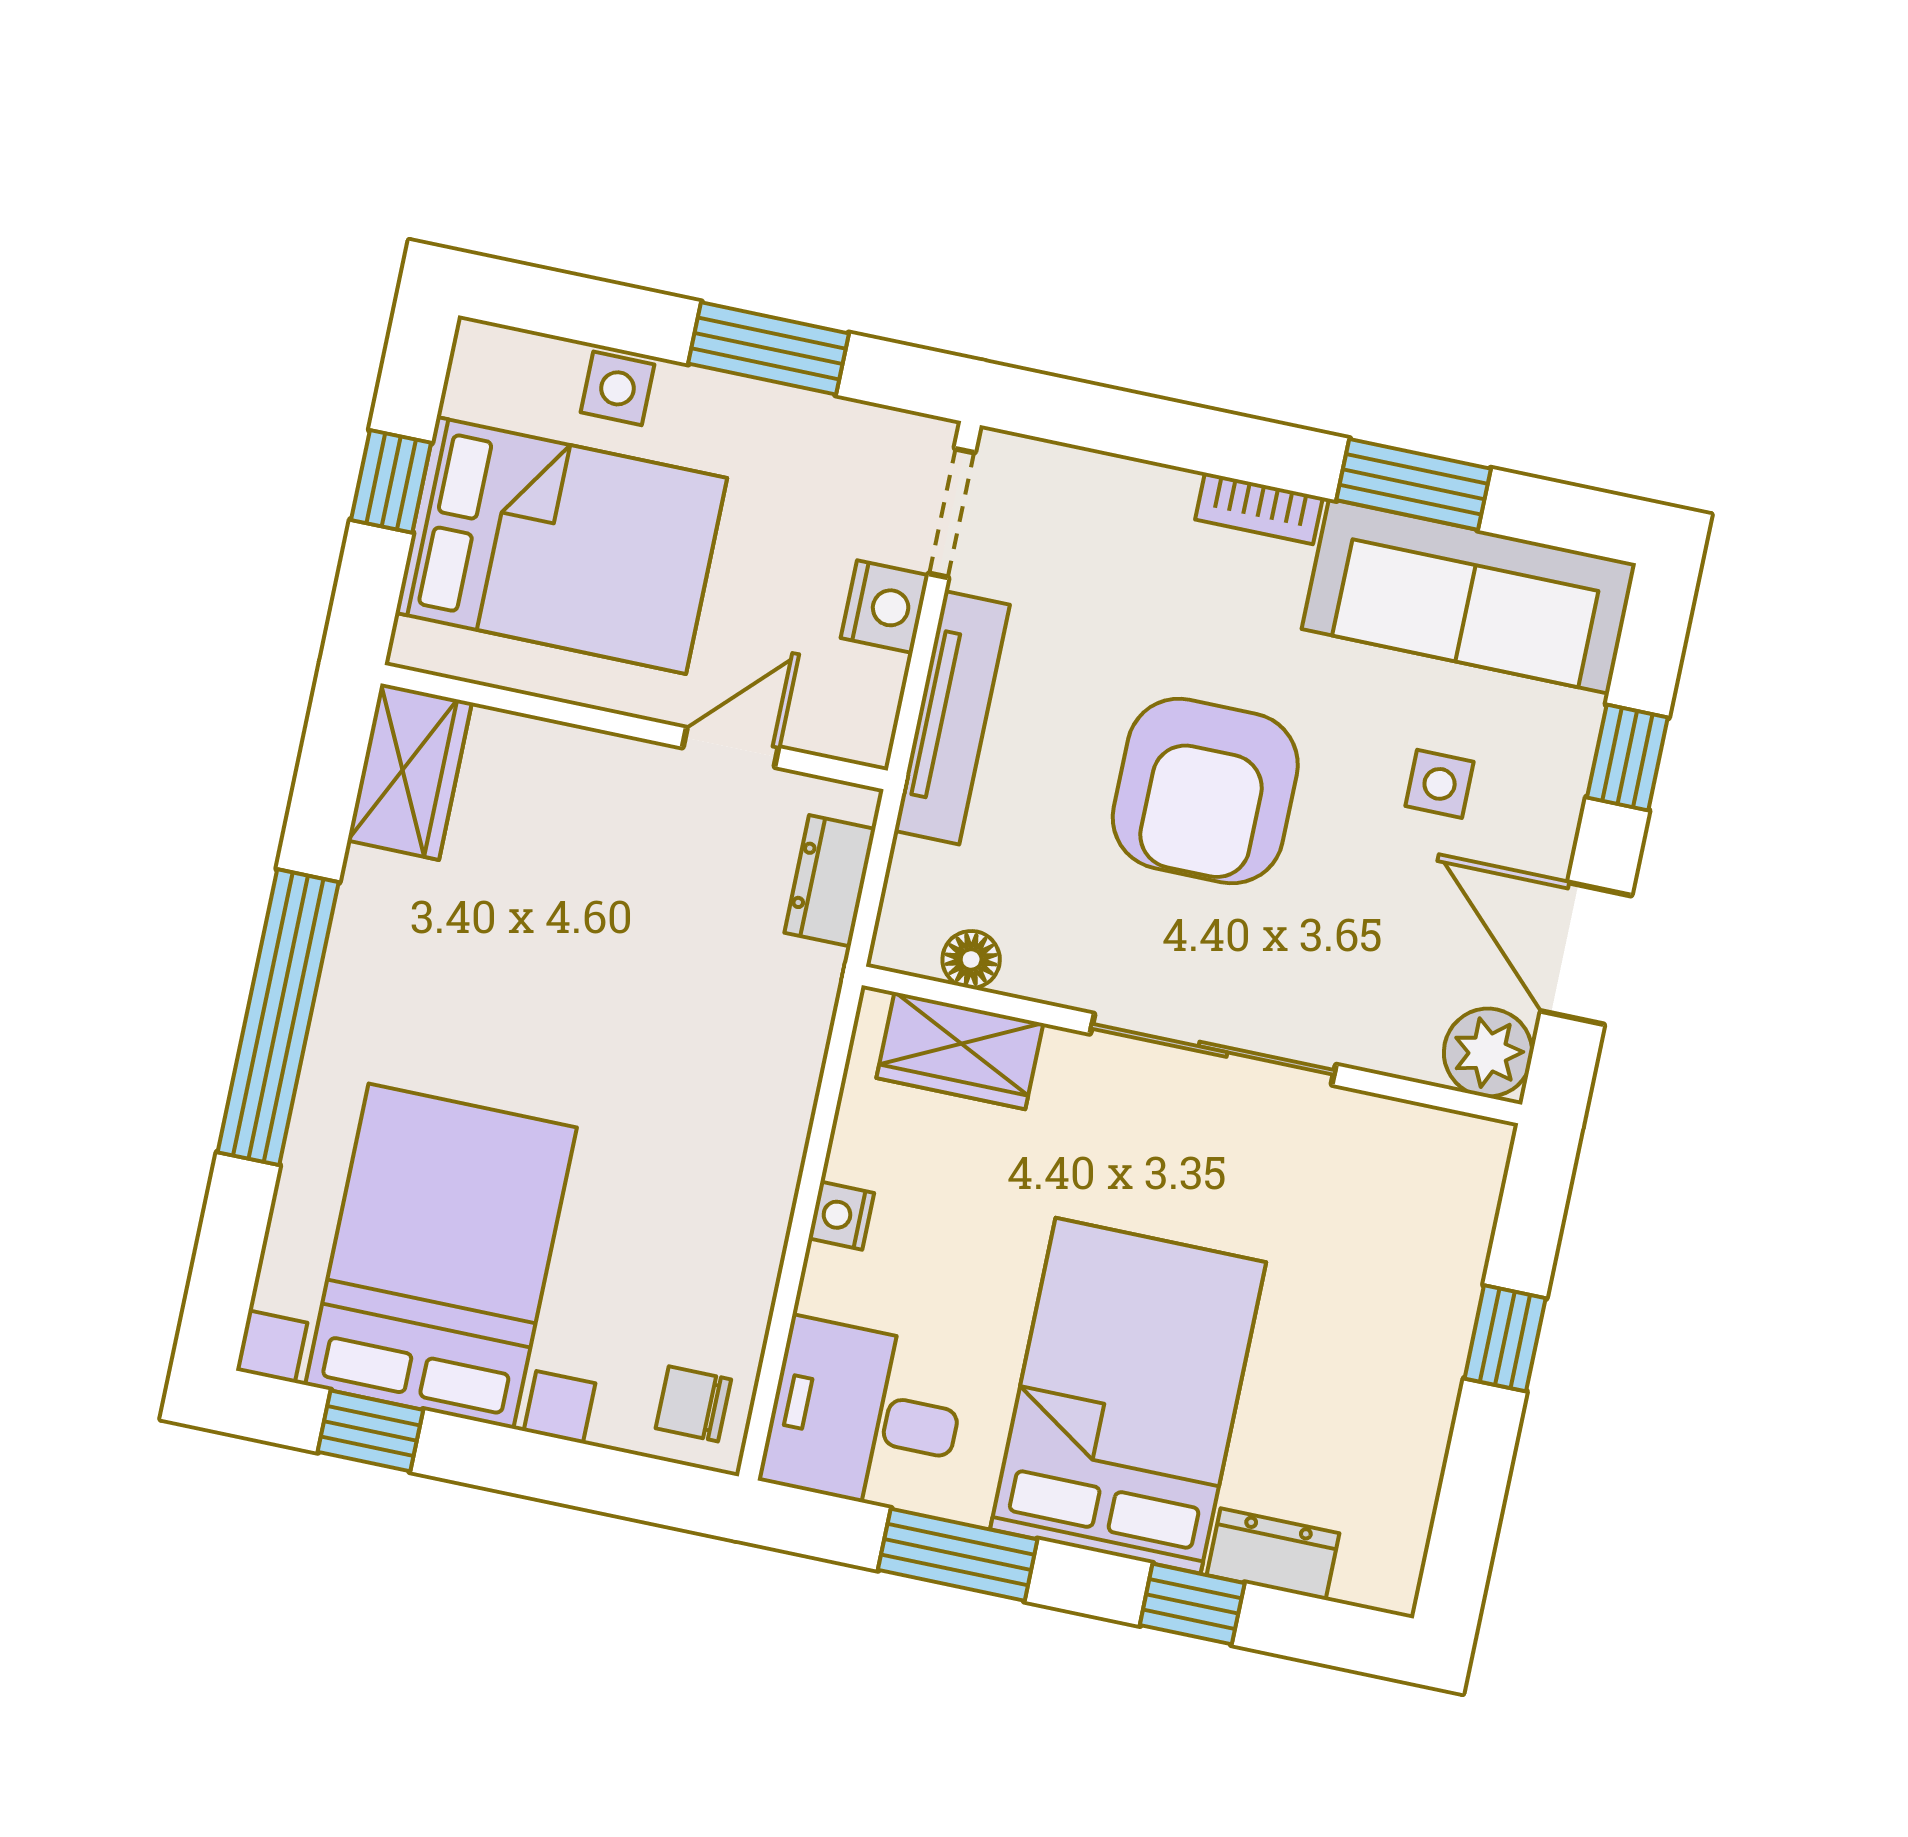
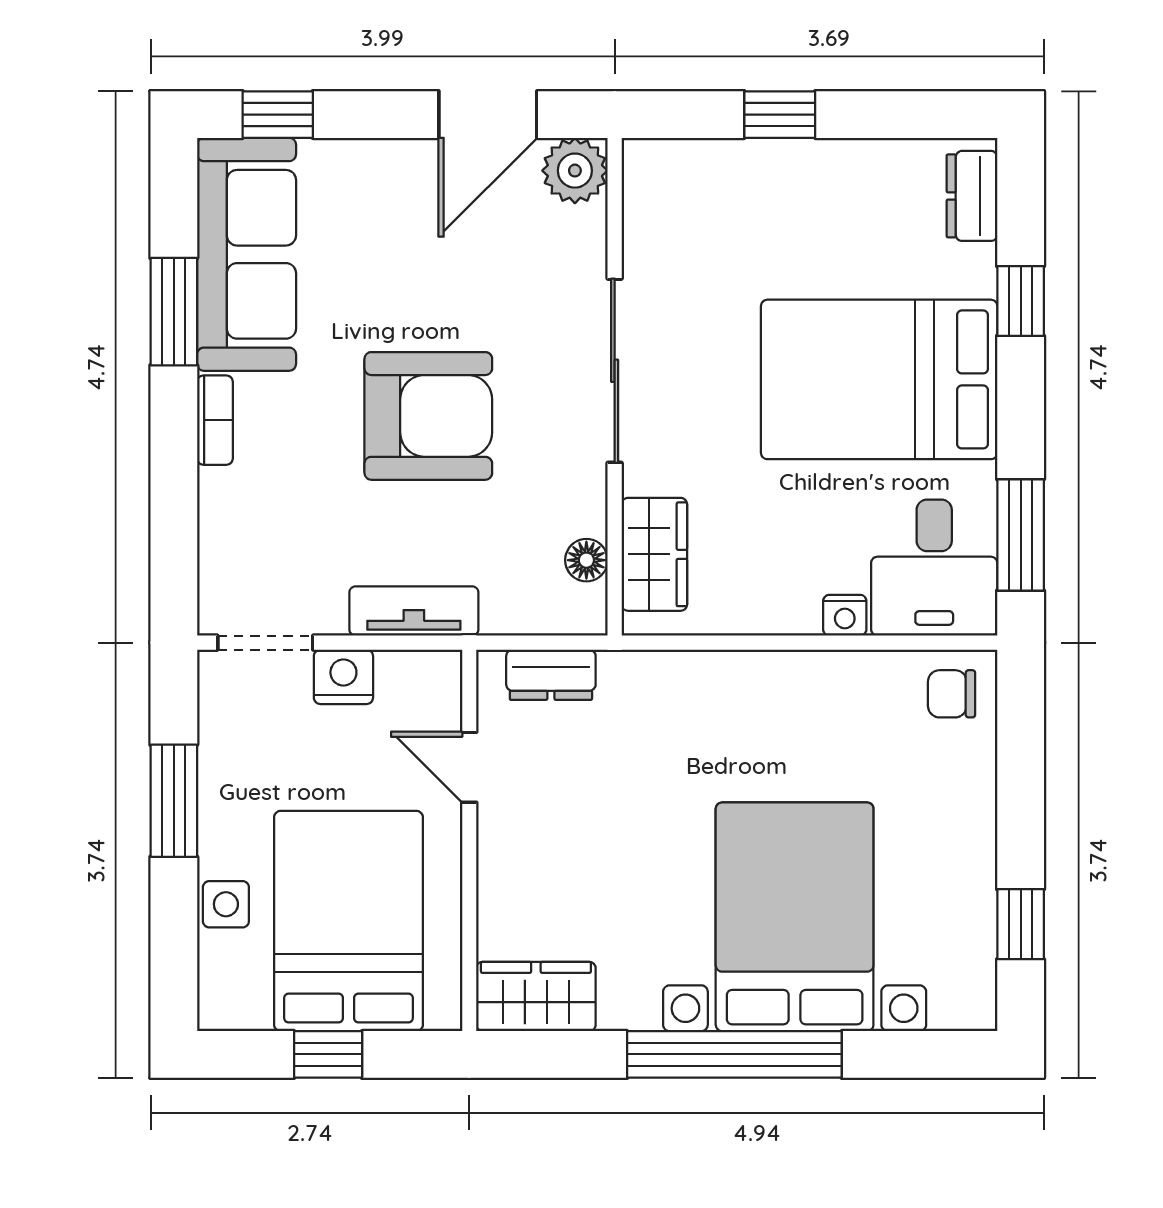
tv unit: (952, 718) -> (414, 611), width x0.71
window: (1627, 757) -> (278, 115), moved
side table: (1440, 784) -> (387, 247), removed
nightstand: (841, 1216) -> (845, 615), moved
bed with nightstands: (441, 1256) -> (795, 917), moved, turned 90
chair: (693, 1404) -> (952, 694), turned 90
dresser: (1273, 1554) -> (972, 196), moved
window: (958, 1555) -> (1021, 535), moved

